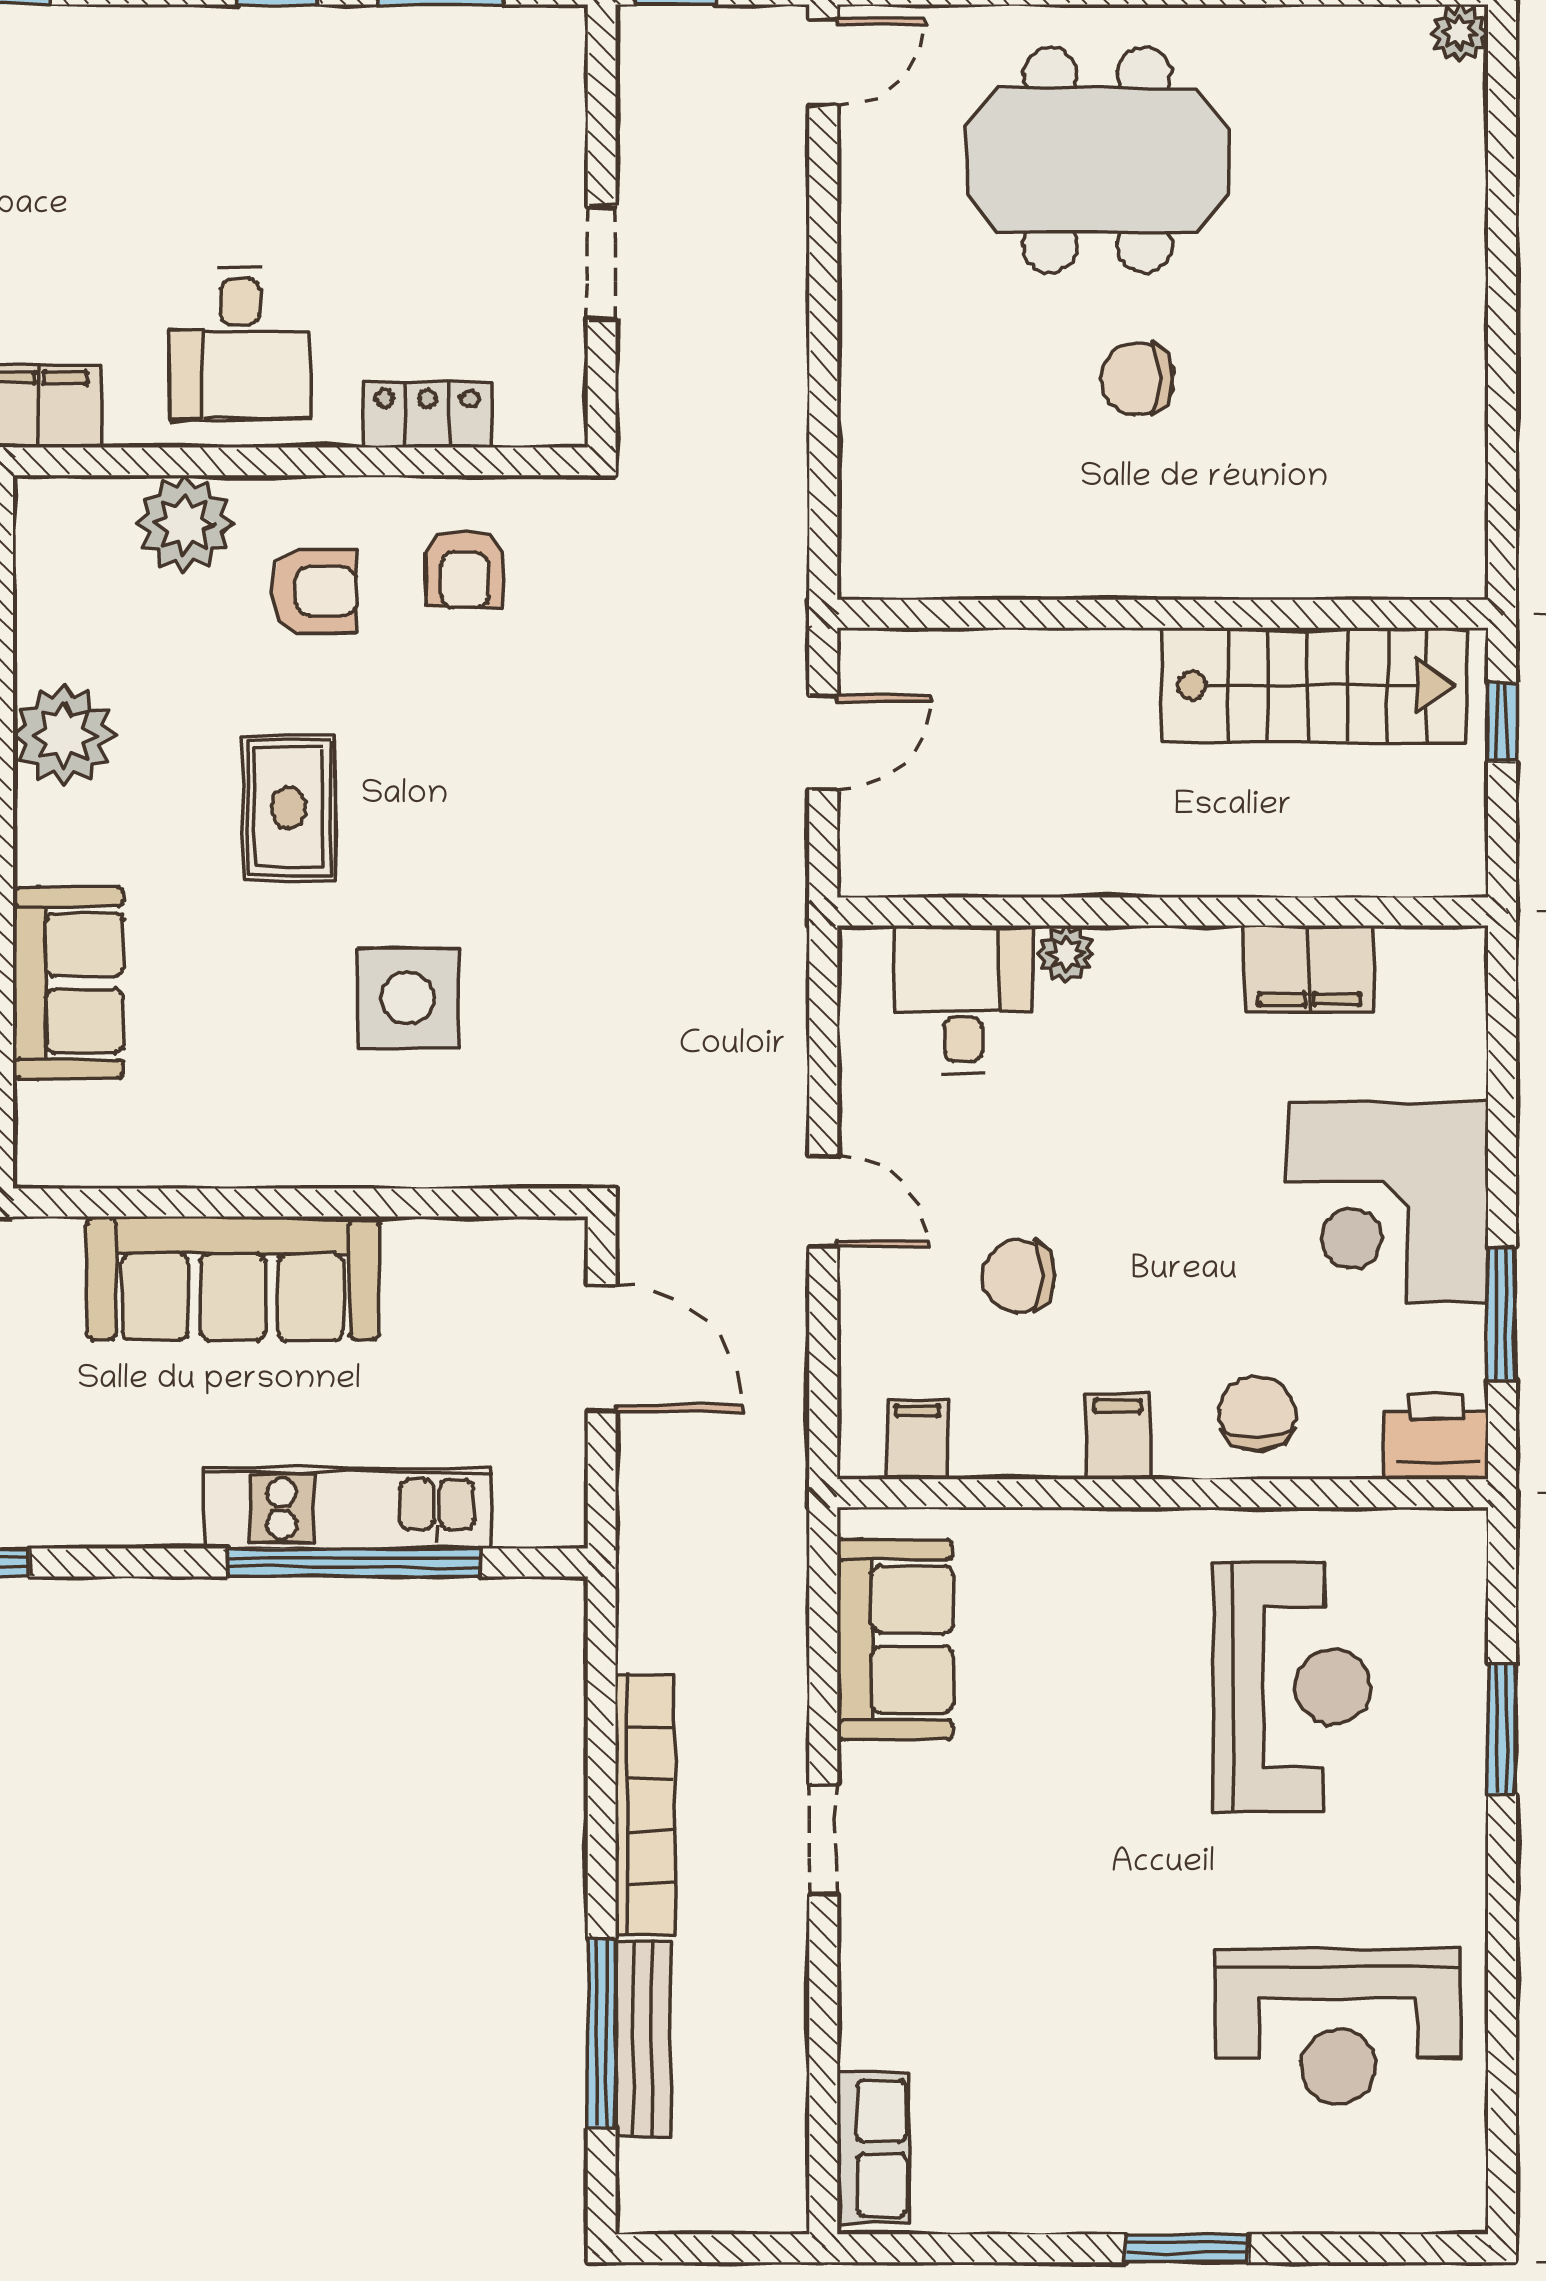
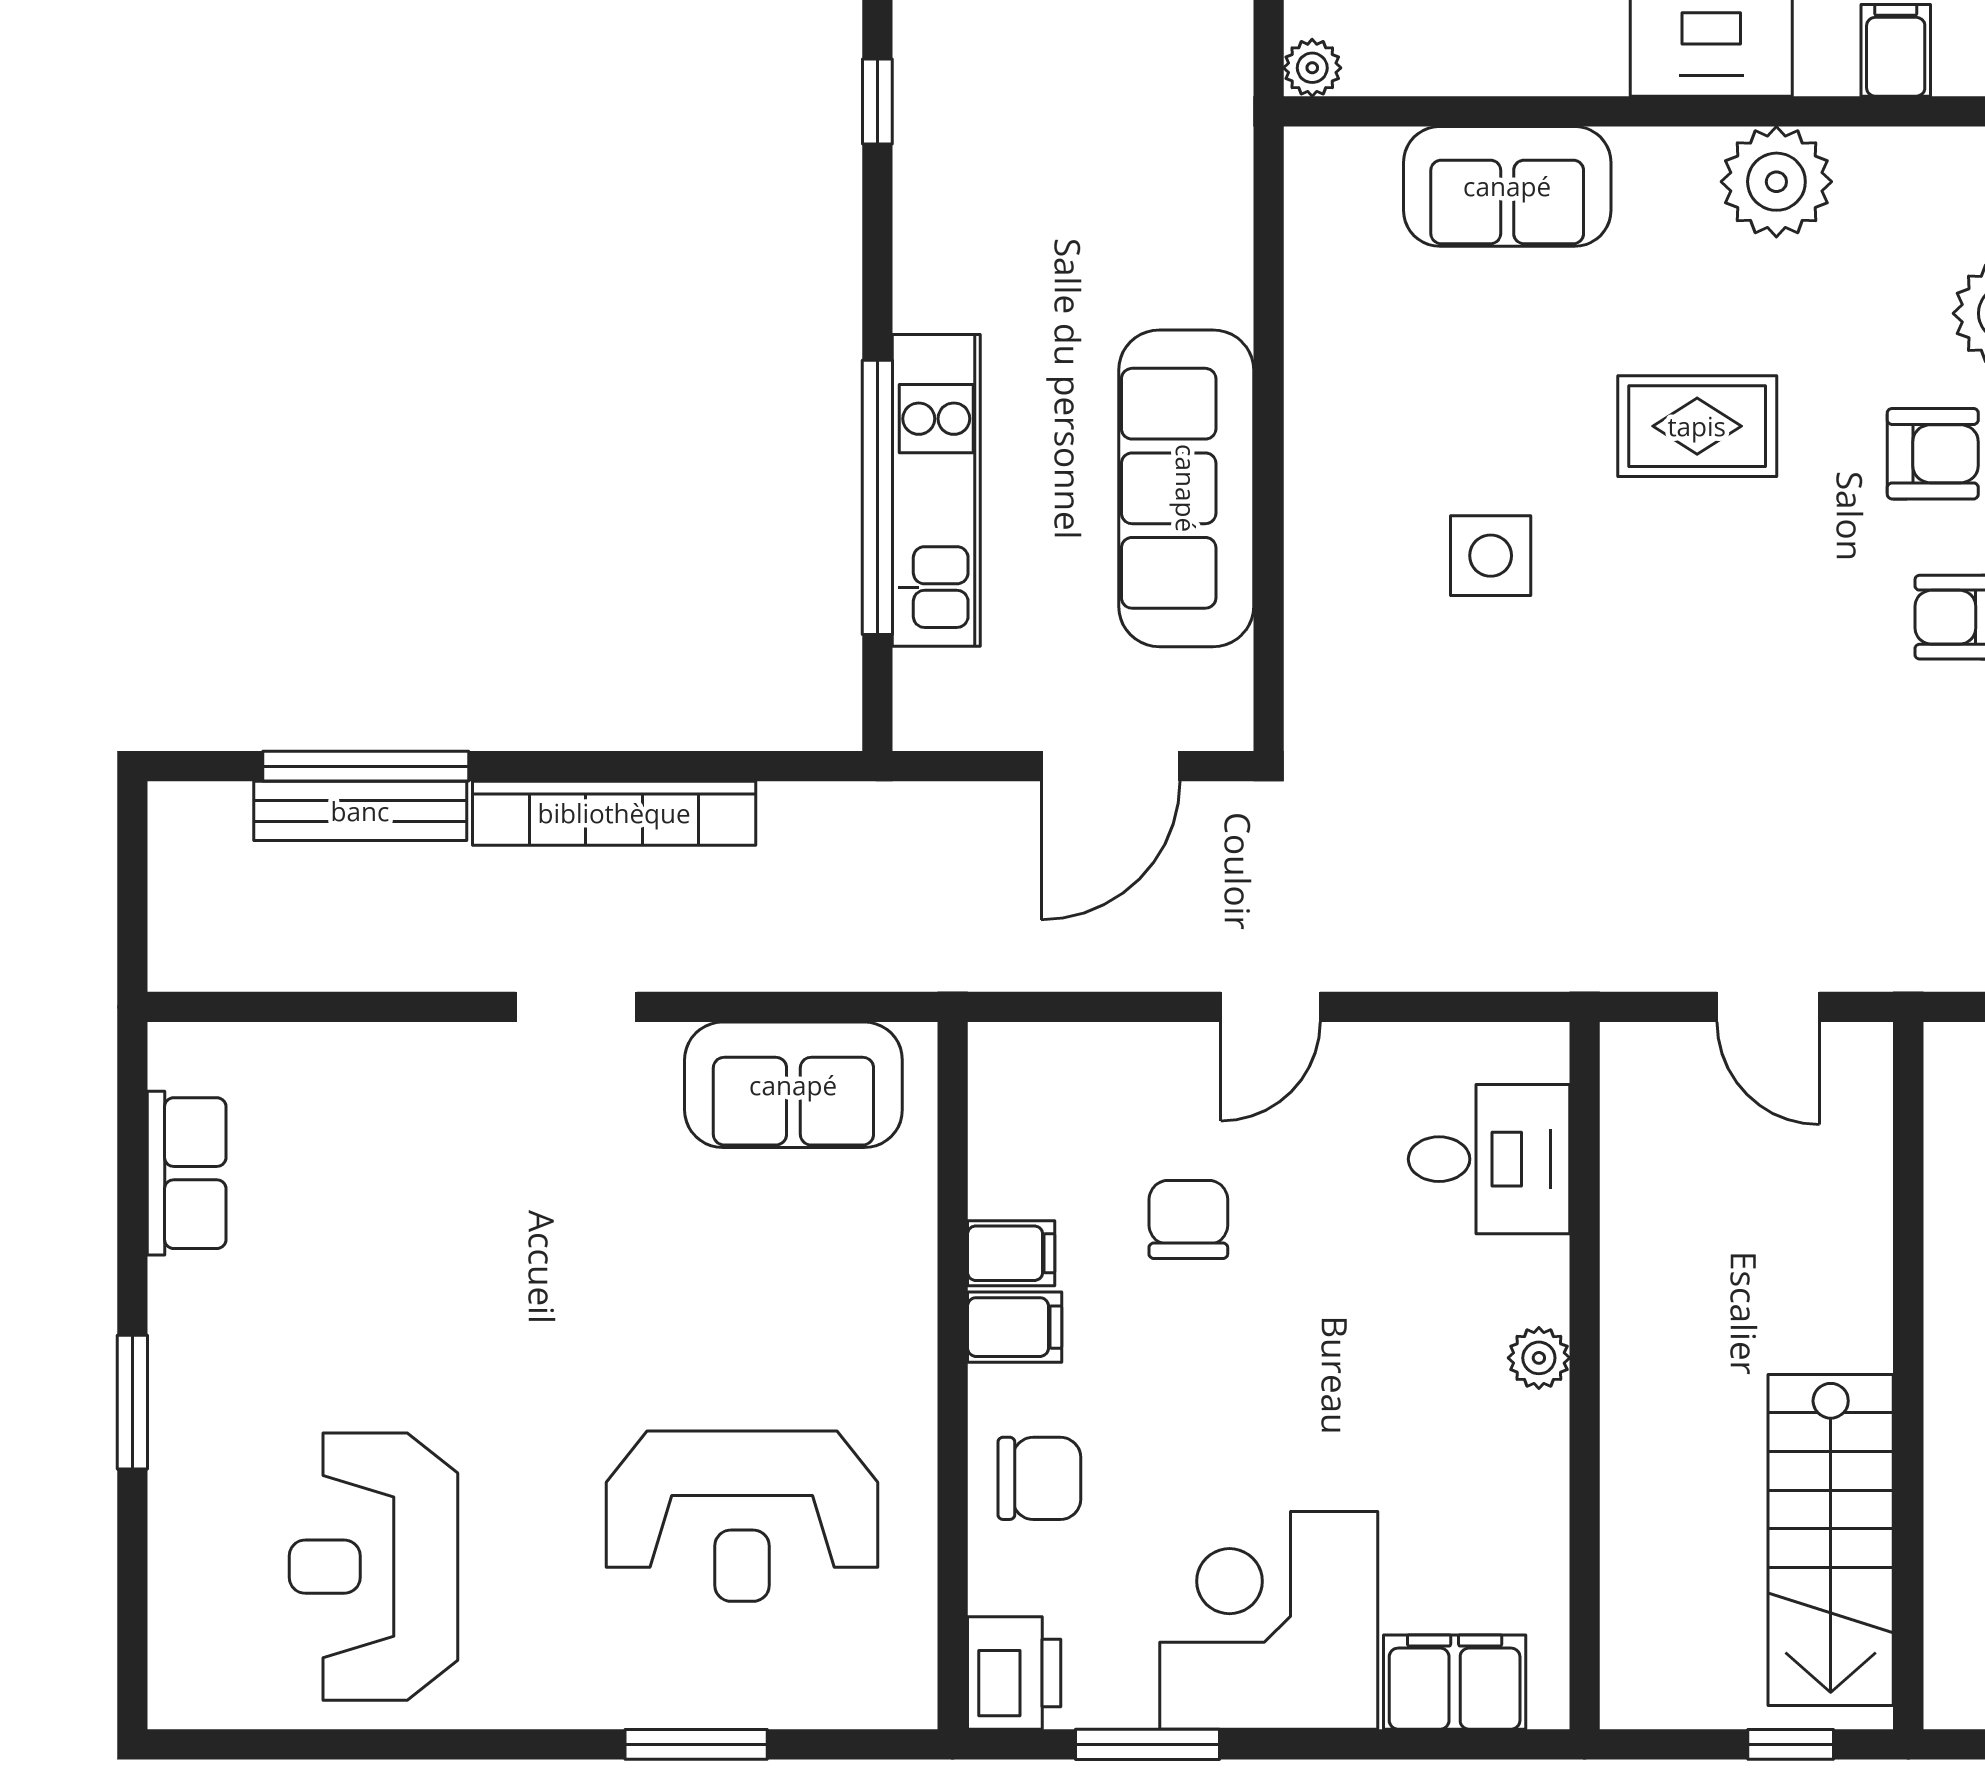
armchair: (314, 591) -> (1933, 454), turned -90
plant: (1066, 954) -> (1539, 1358), moved
filing cabinet: (1309, 969) -> (1455, 1682), moved, turned 90
side table: (408, 998) -> (1491, 556), width x0.73, depth x0.73
sofa: (233, 1278) -> (1186, 488), moved
filing cabinet: (918, 1439) -> (1011, 1253), moved
row of seats: (873, 2148) -> (187, 1173), moved, turned -90

